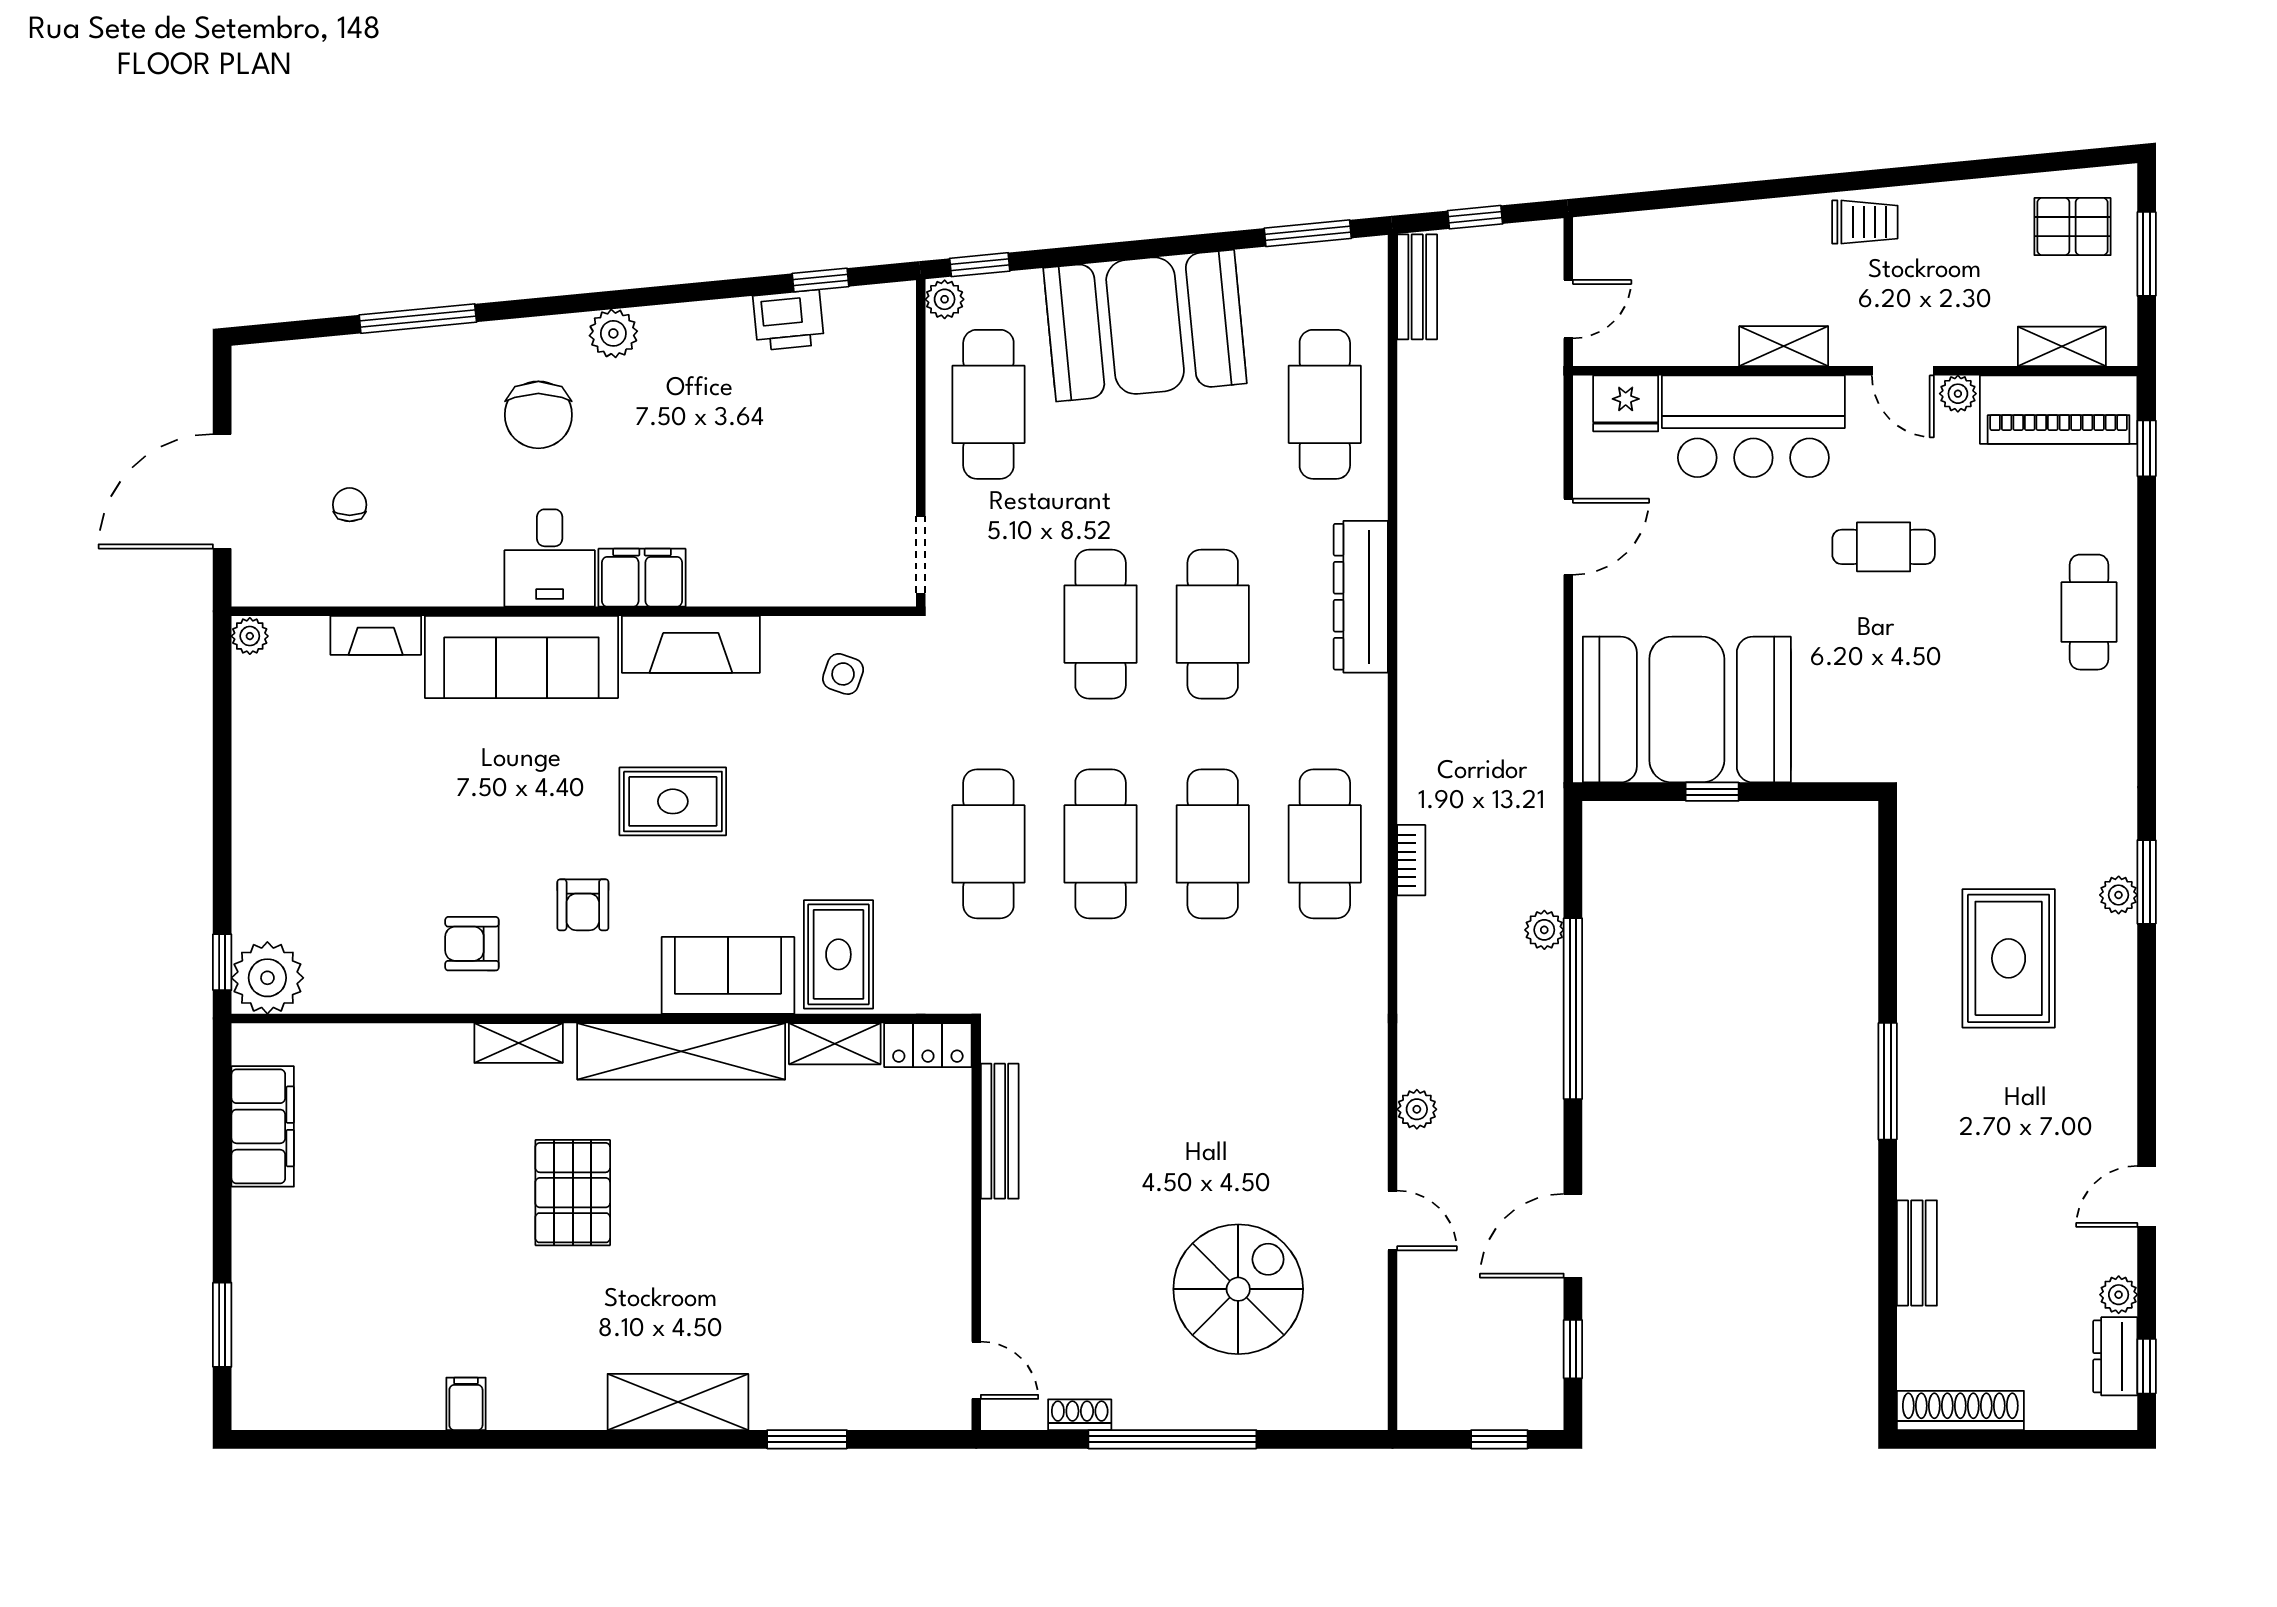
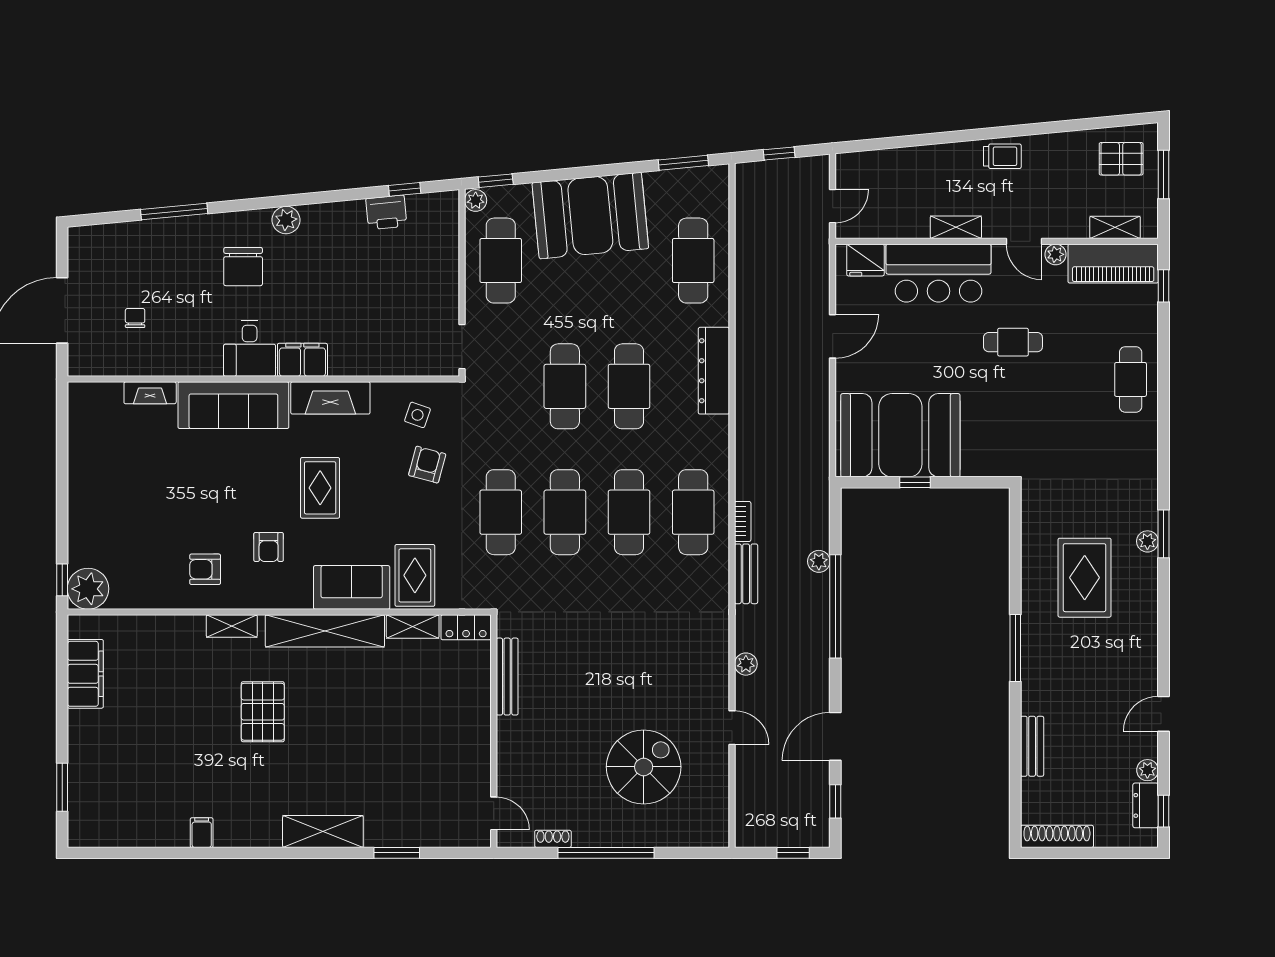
bench: (1417, 287) -> (746, 574), moved
plant: (250, 636) -> (78, 393), removed
armchair: (860, 761) -> (427, 465), added
rug: (673, 801) -> (320, 488), turned 90

